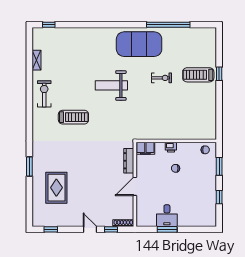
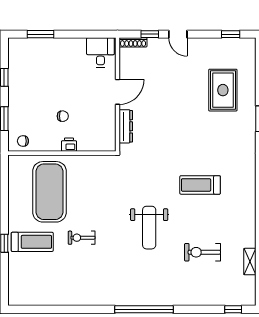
window: (168, 25) -> (144, 309), moved
exercise mat: (139, 44) -> (50, 192), moved, turned 90
weight bench: (111, 85) -> (149, 228), turned 90
exercise bike: (44, 94) -> (202, 252), moved, turned 90
filing cabinet: (145, 148) -> (103, 143), removed
desk: (167, 216) -> (100, 52), moved
window: (167, 229) -> (40, 34), moved

